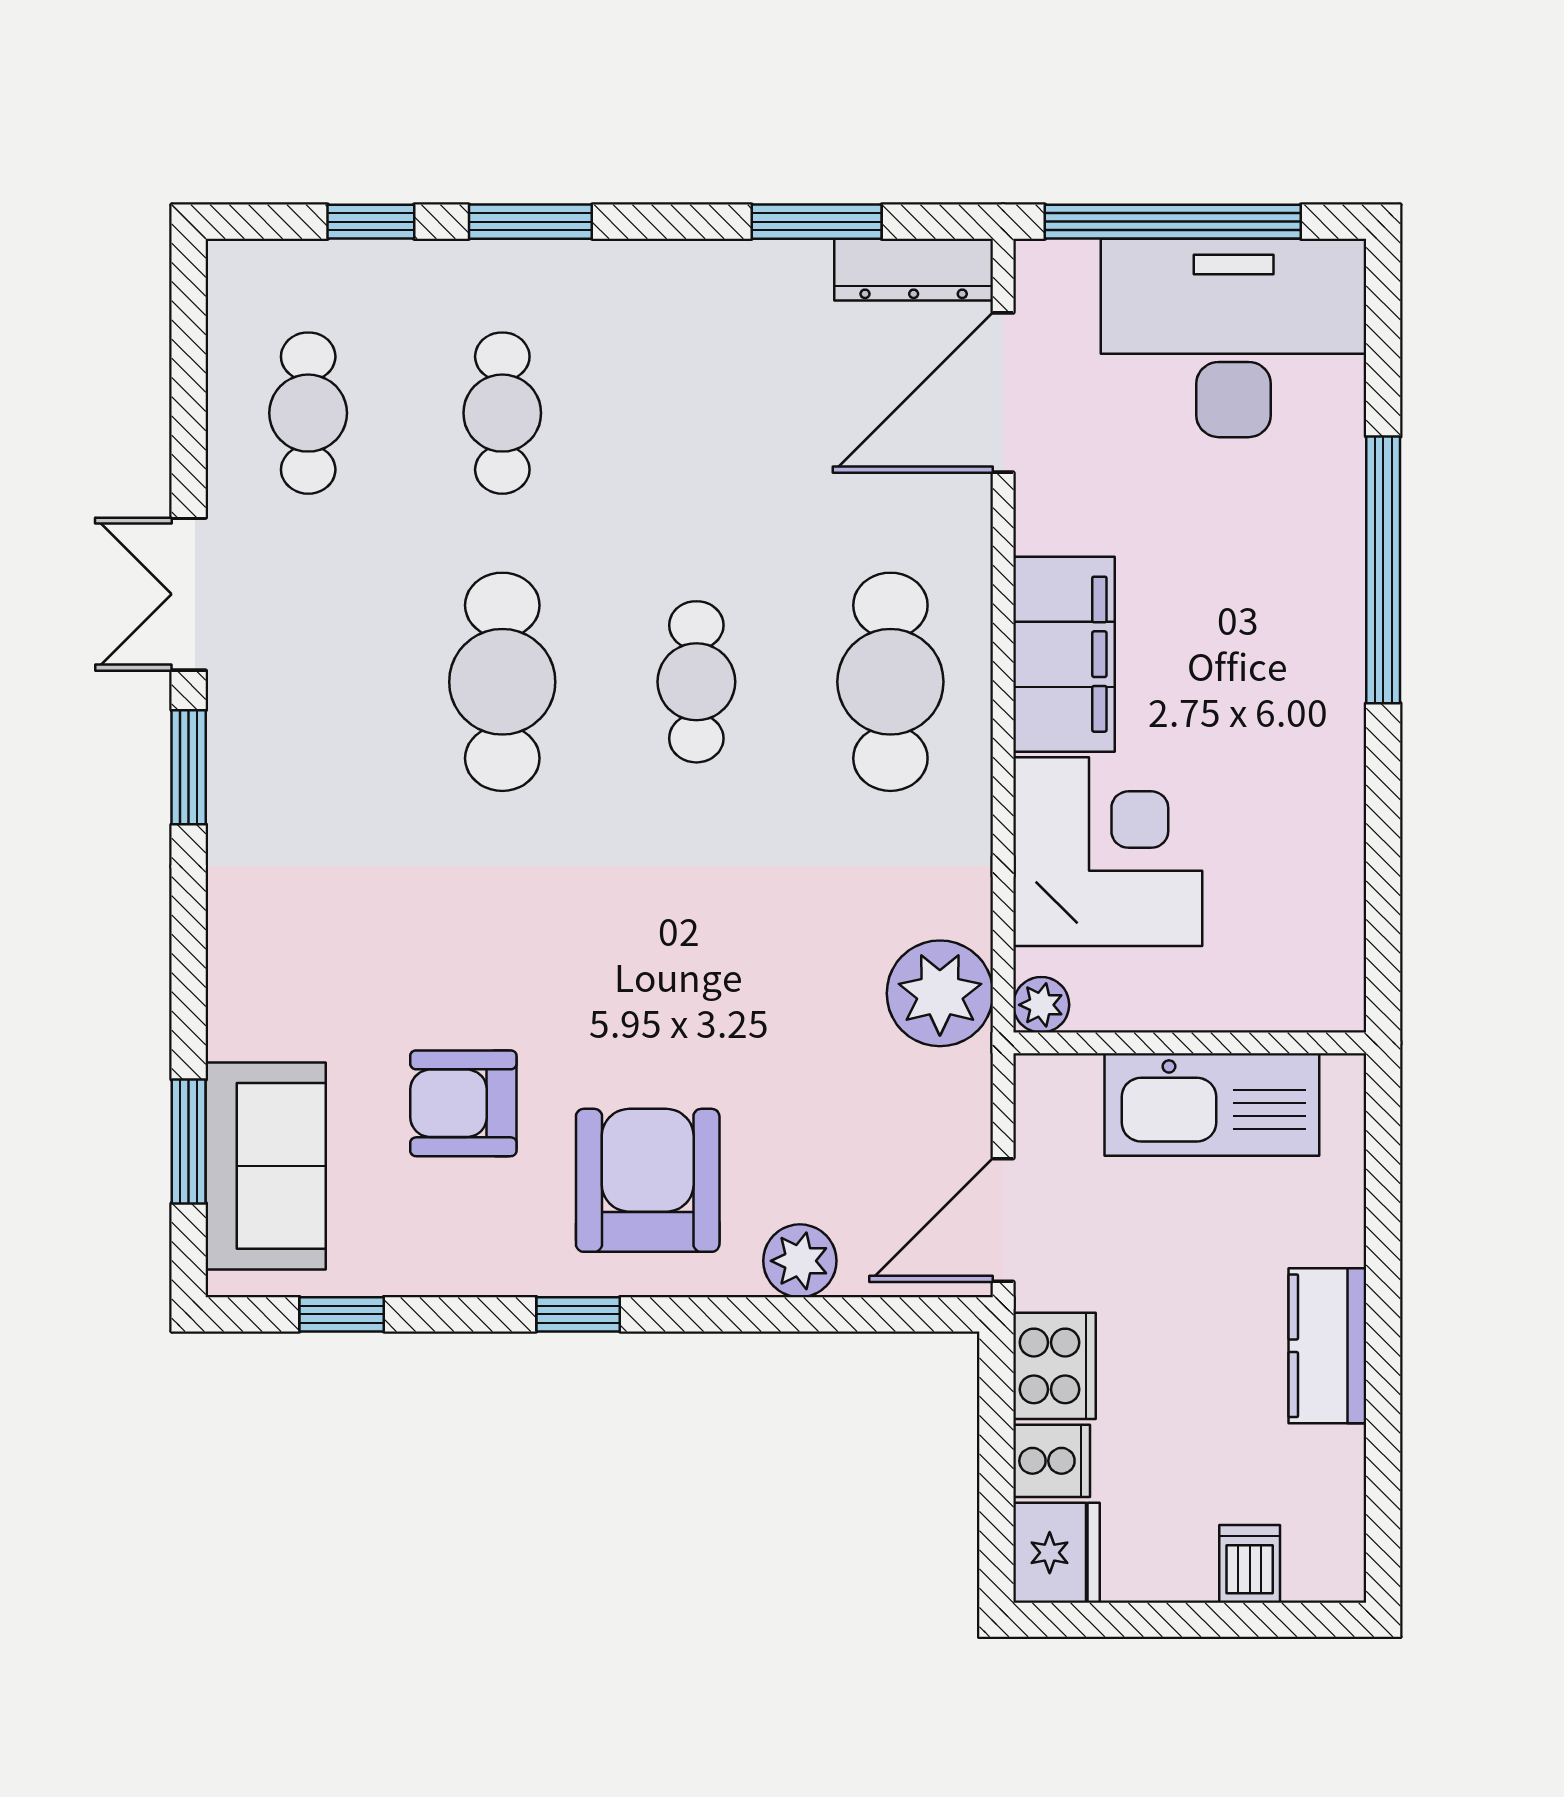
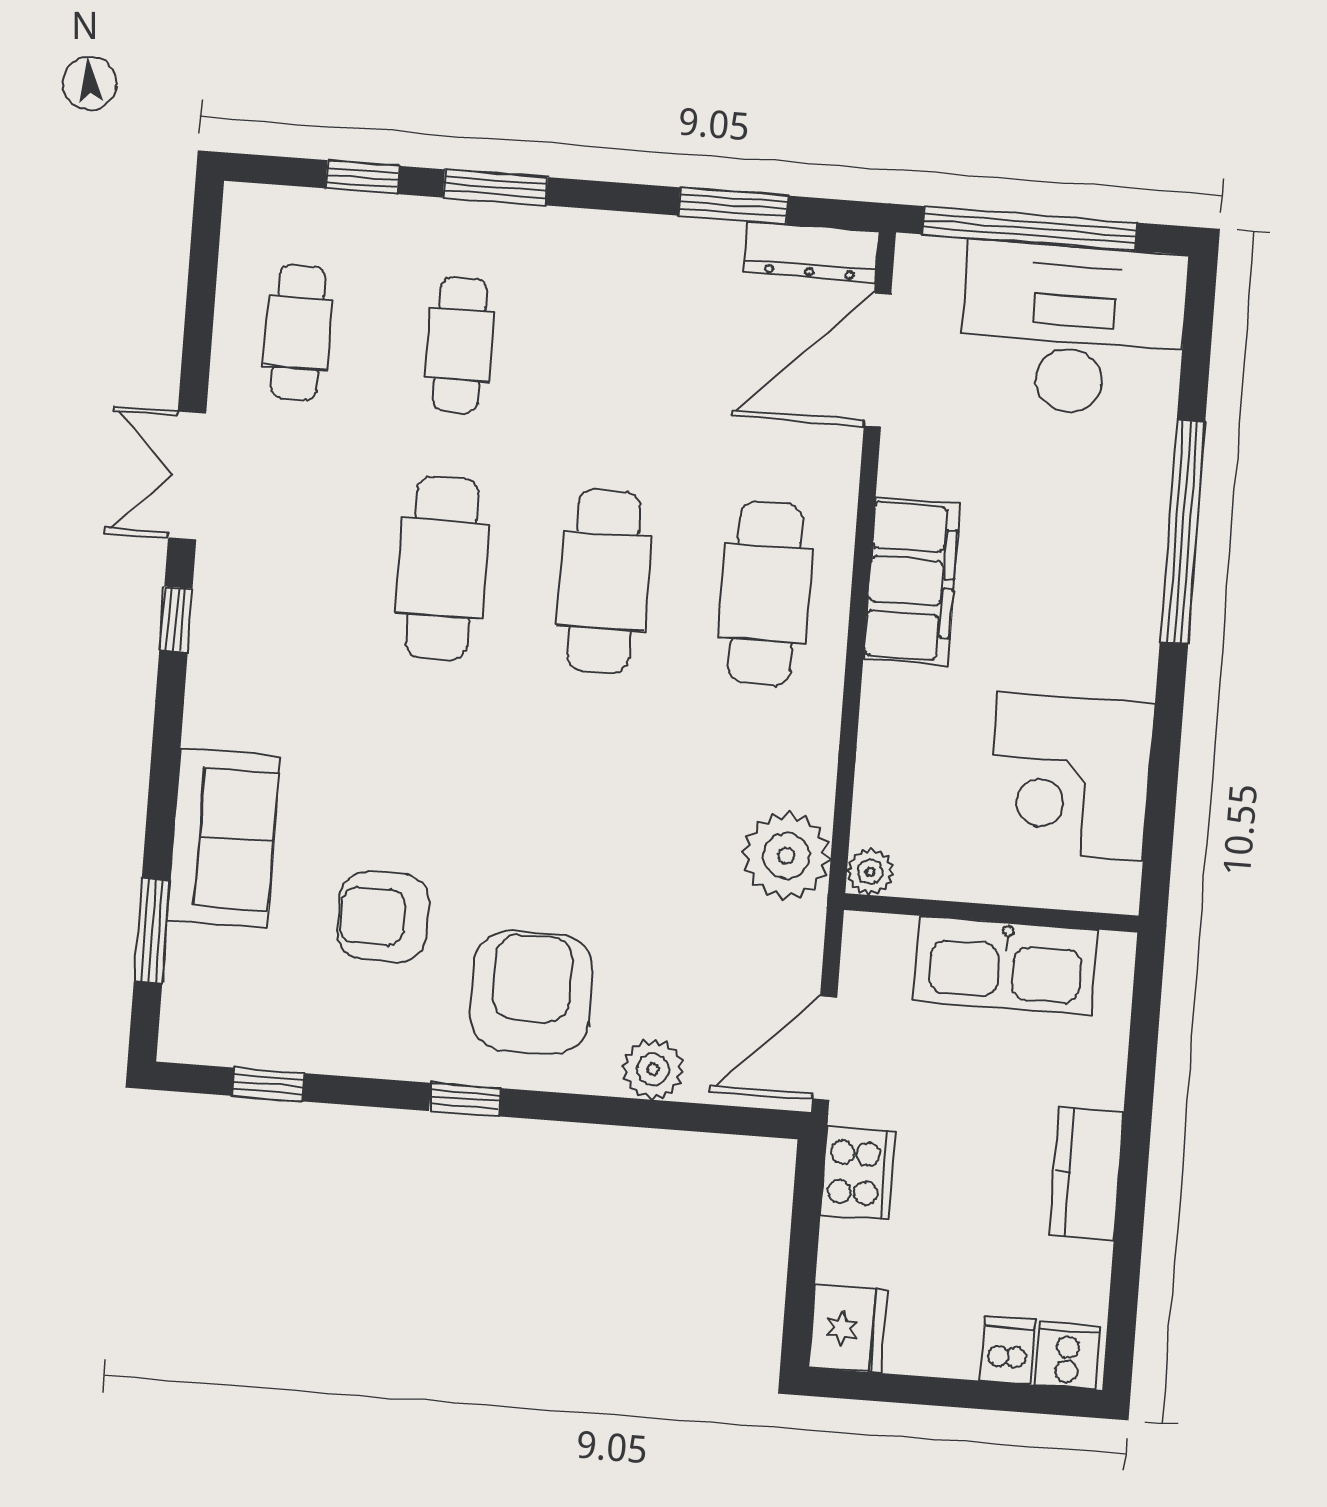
cafe table: (696, 682) -> (604, 581), width x1.37, depth x1.35
window: (189, 767) -> (176, 619), width x0.67
corner desk: (1108, 852) -> (1070, 776), moved, turned 180
sofa: (266, 1166) -> (223, 838), moved
cooker: (1052, 1461) -> (1068, 1355), moved, turned -90

